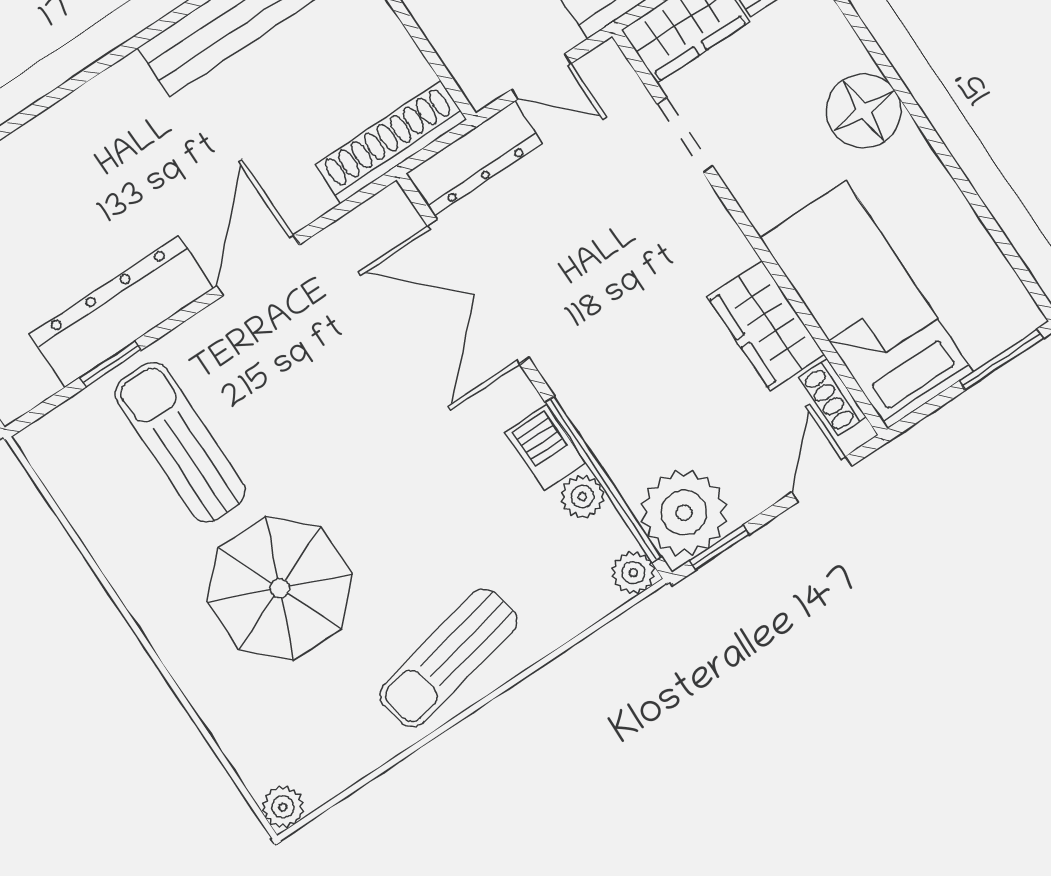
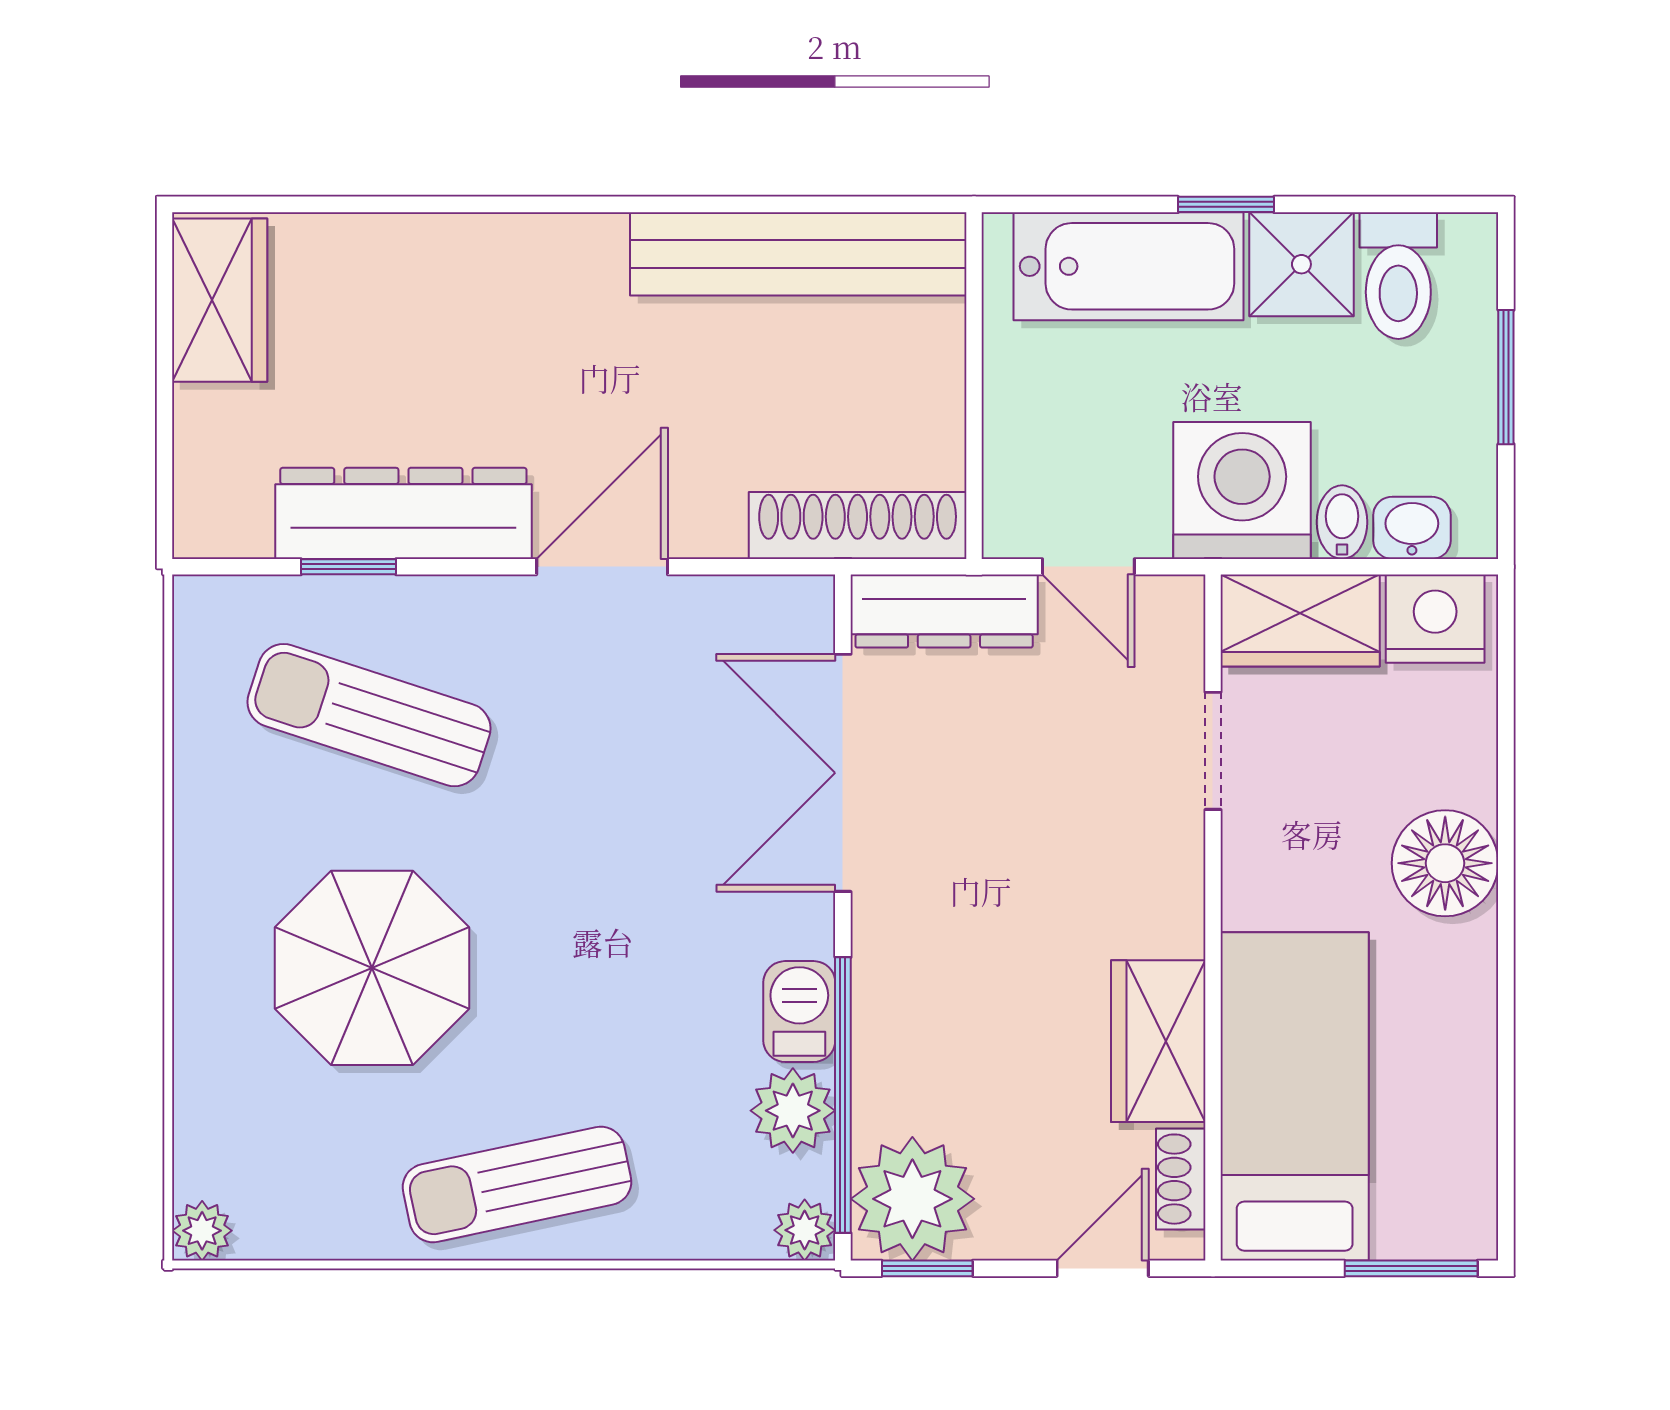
sun lounger: (180, 442) -> (369, 715), turned -72
plant: (582, 497) -> (793, 1111), width x1.38, depth x1.38

